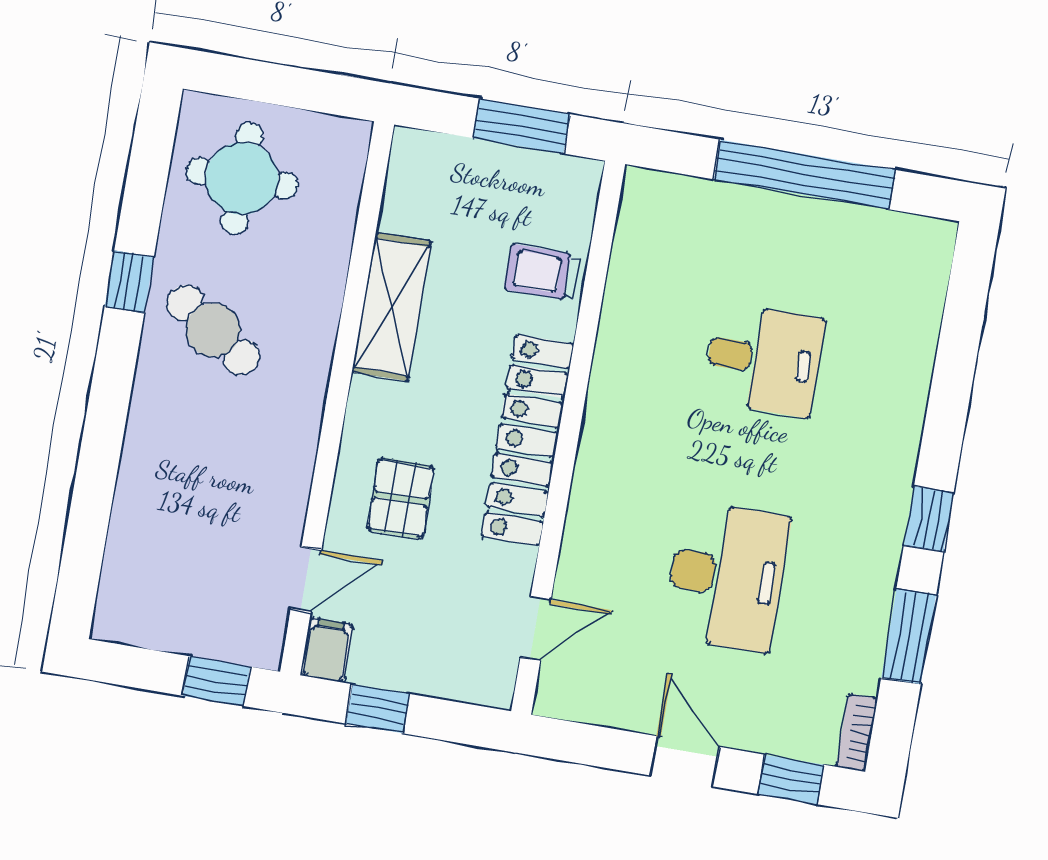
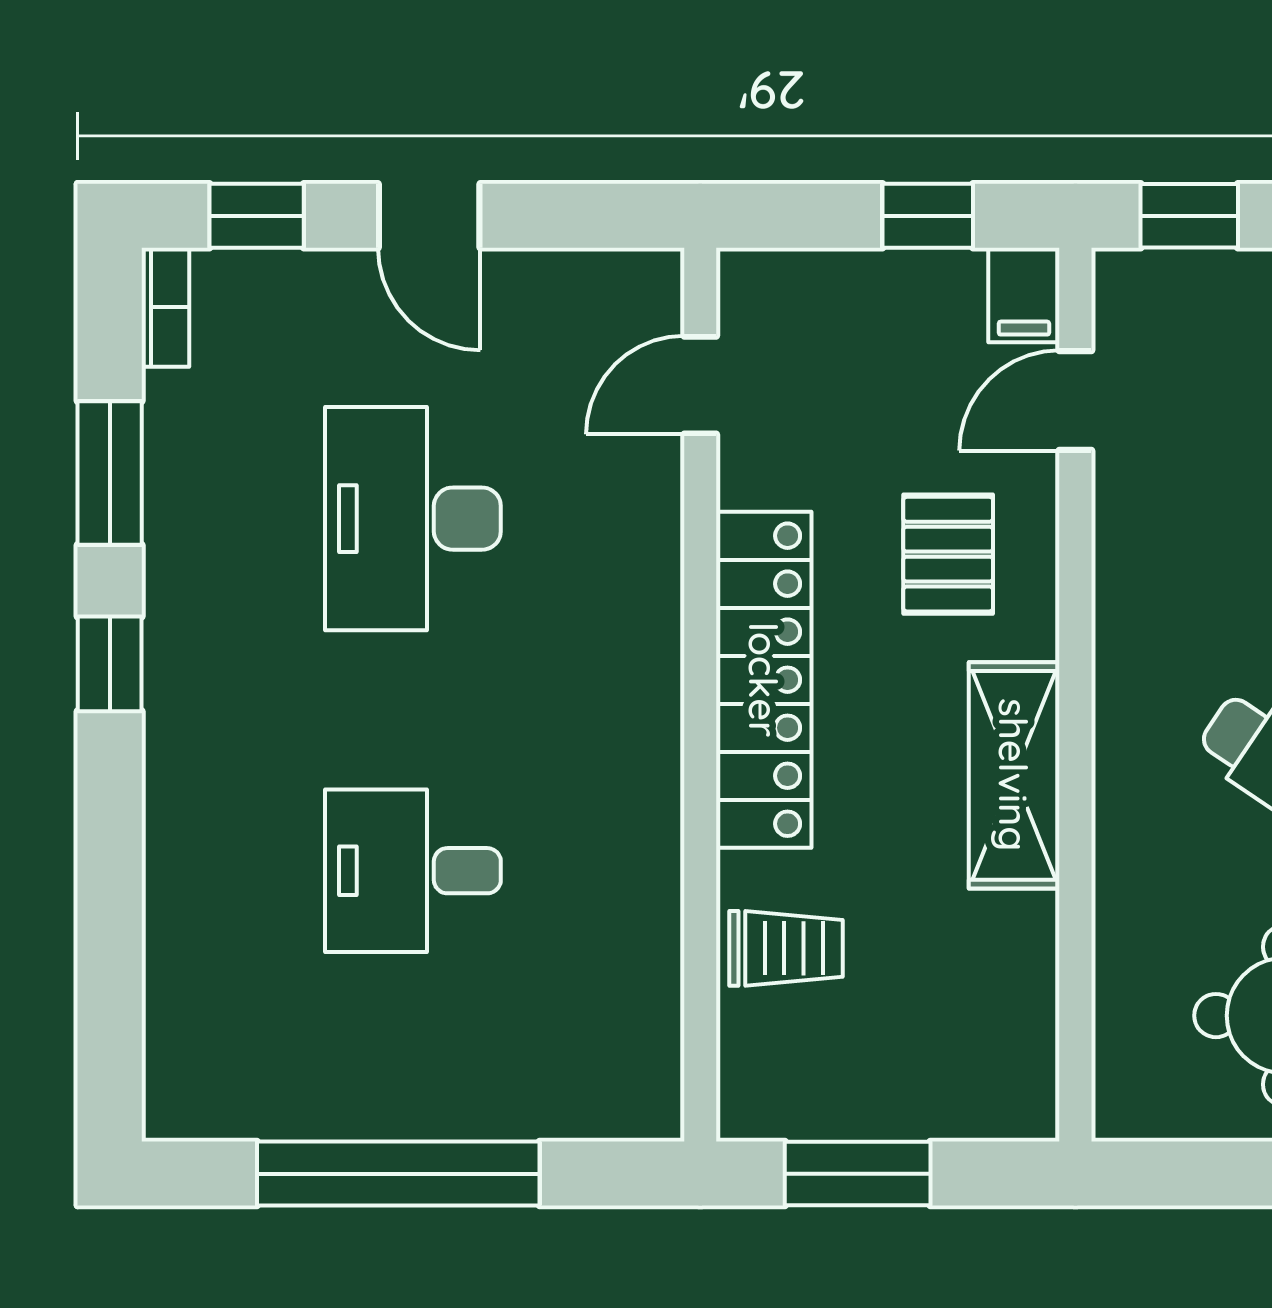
shelving: (392, 307) -> (1014, 775), moved

